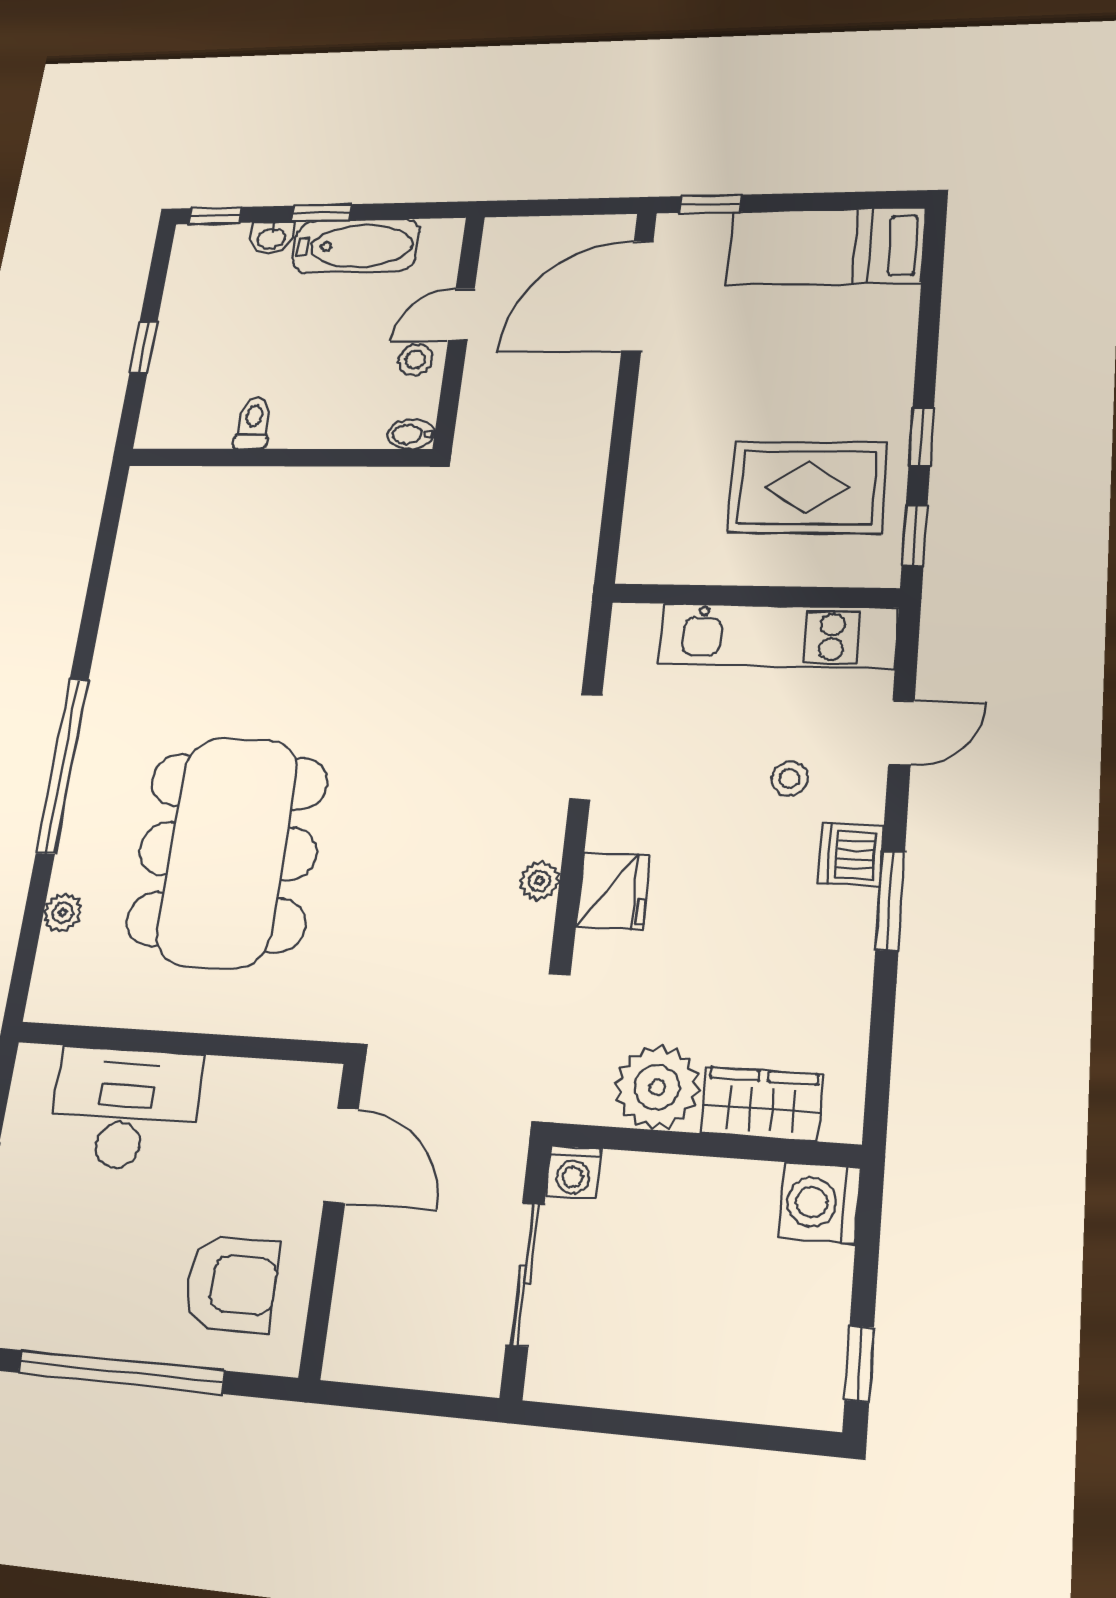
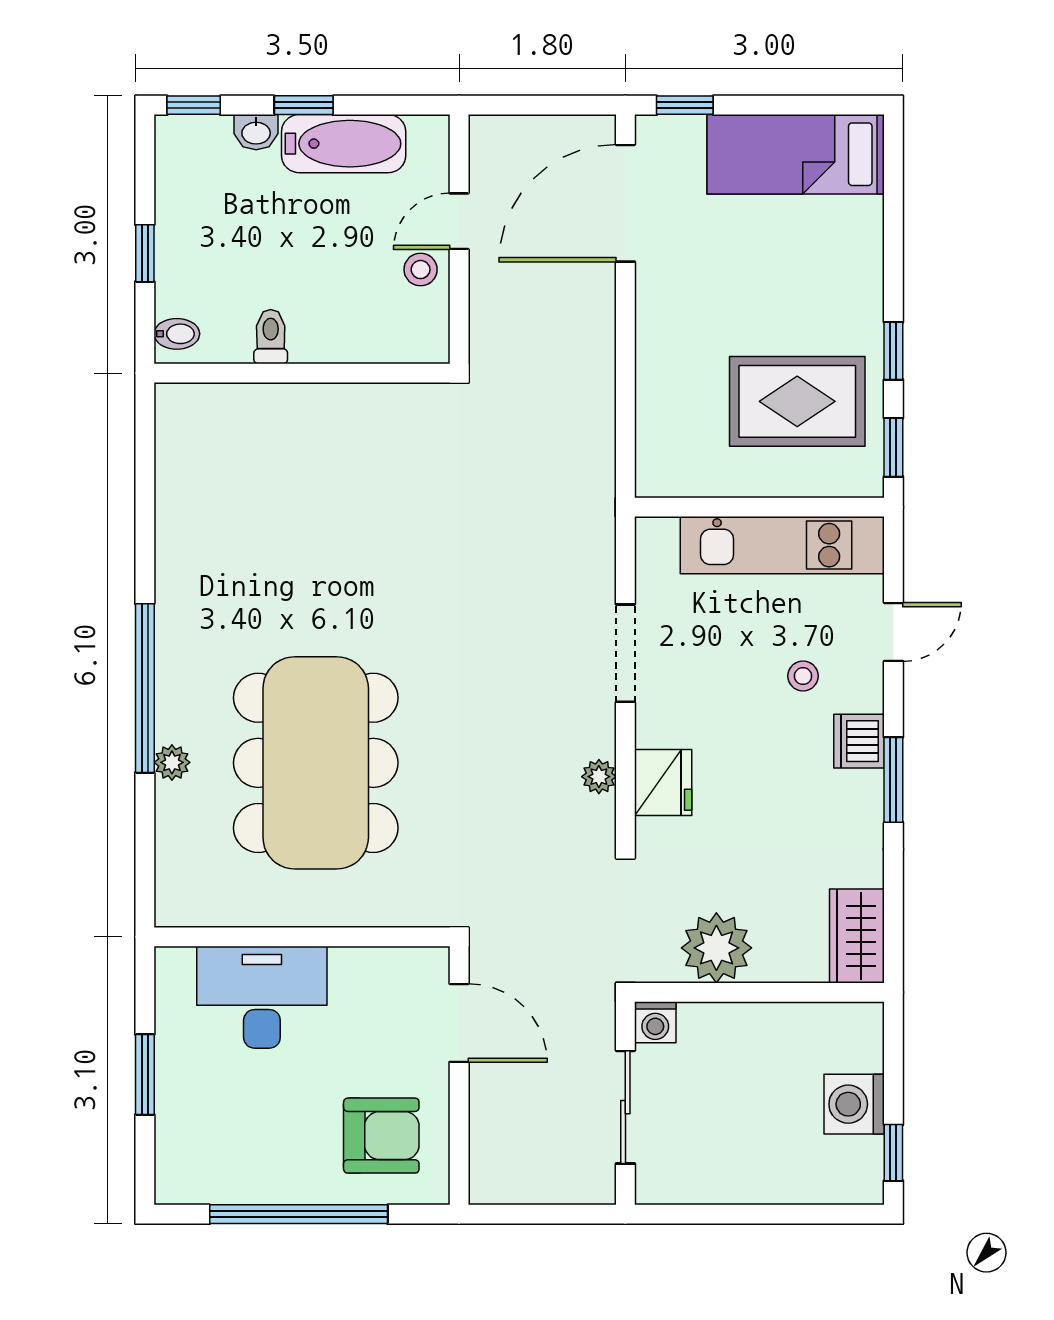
bidet: (411, 434) -> (177, 334), moved, turned 180
plant: (63, 913) -> (172, 762), moved
wardrobe: (762, 1104) -> (857, 936), moved, turned -90
washing machine: (820, 1203) -> (854, 1104), moved

